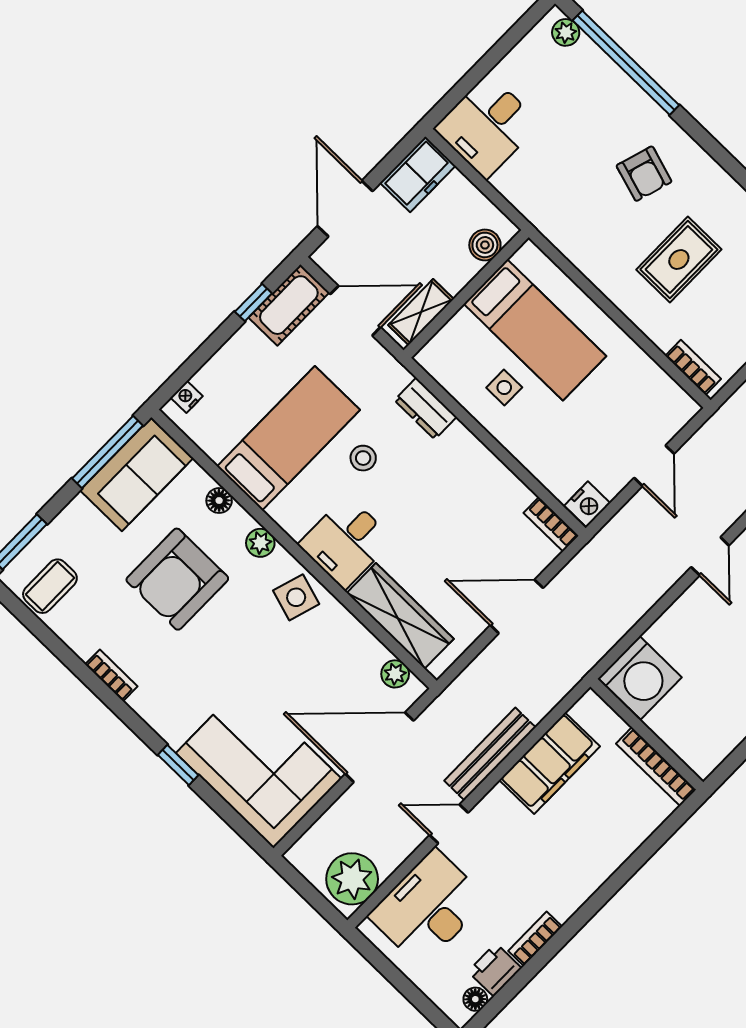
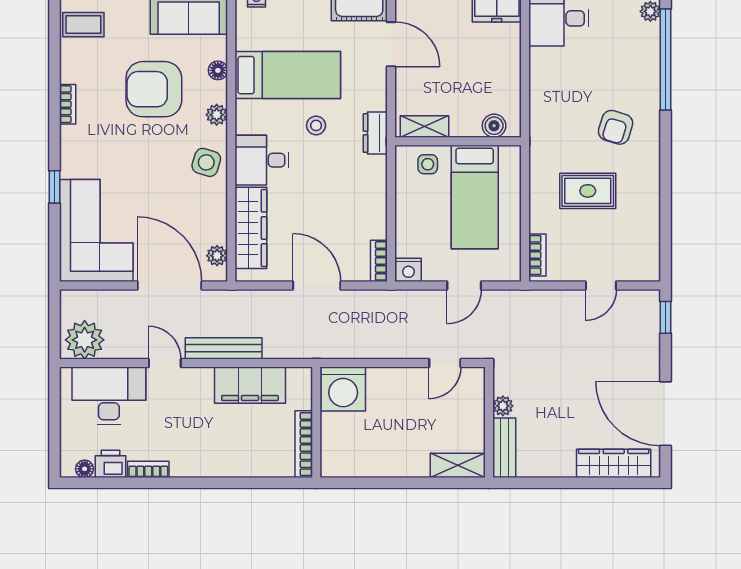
boiler: (485, 245) -> (494, 126), moved
wall: (466, 294) -> (458, 141), moved
shelving: (421, 312) -> (425, 126), moved
bed: (535, 330) -> (475, 197), moved

